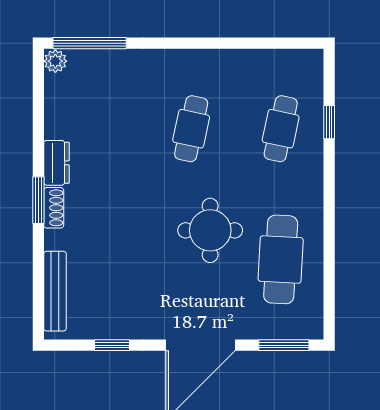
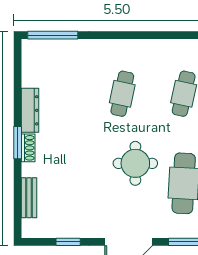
plant: (55, 61) -> (29, 47), removed
dresser: (56, 163) -> (30, 110), width x1.44
bench: (55, 291) -> (29, 198), width x0.73

